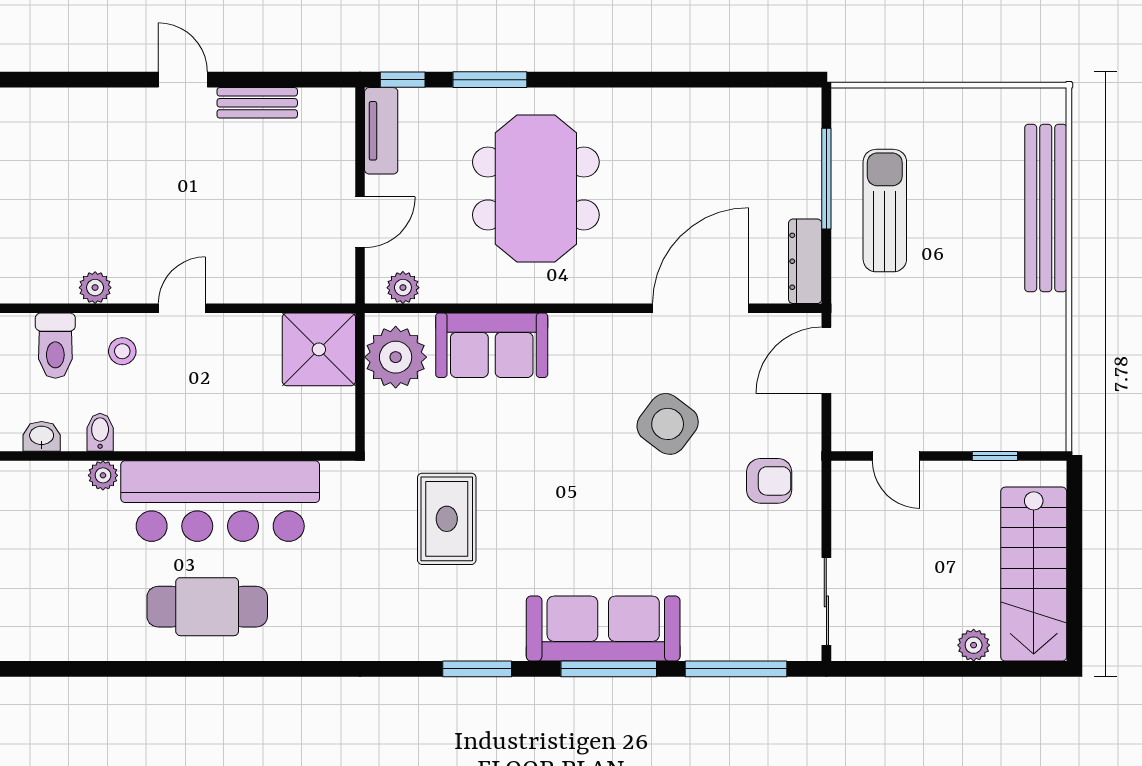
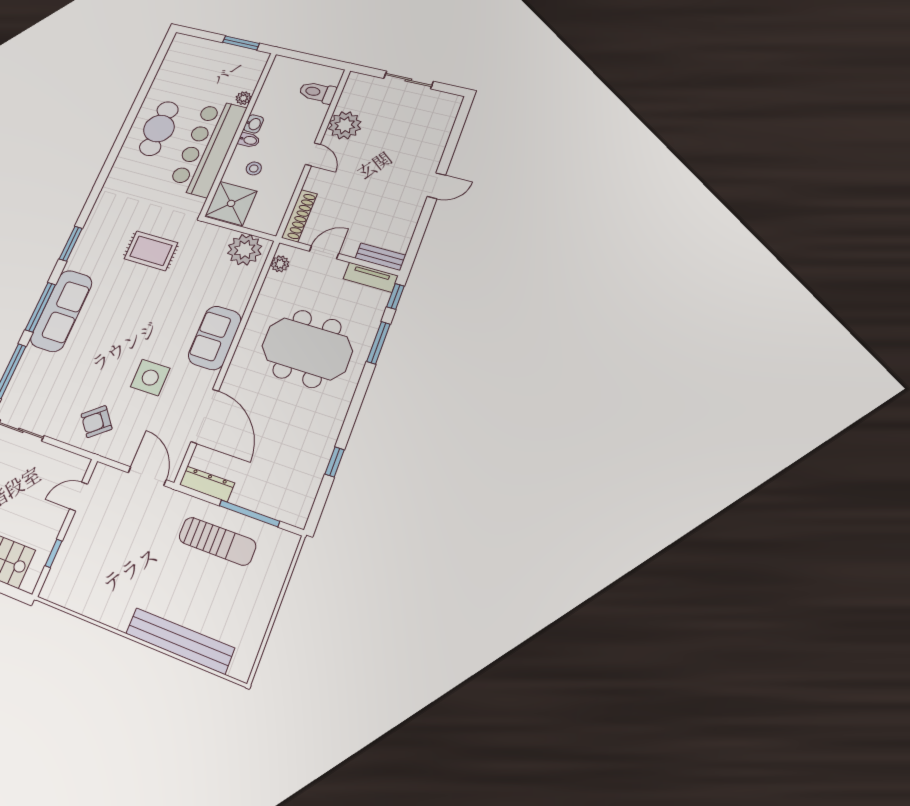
window: (703, 80) -> (335, 462), added
bench: (257, 103) -> (380, 257), moved, turned 90
door: (360, 222) -> (324, 252), swing flipped
plant: (95, 288) -> (345, 125), width x1.87, depth x1.87
shoe rack: (305, 288) -> (299, 216), added
sofa: (492, 345) -> (215, 338), moved
shower: (319, 349) -> (231, 203), moved
stool: (122, 351) -> (254, 168), moved
side table: (668, 424) -> (150, 378), turned -37
bidet: (100, 432) -> (249, 140), moved
washbasin: (42, 436) -> (254, 124), moved
armchair: (769, 481) -> (97, 422), turned 51

